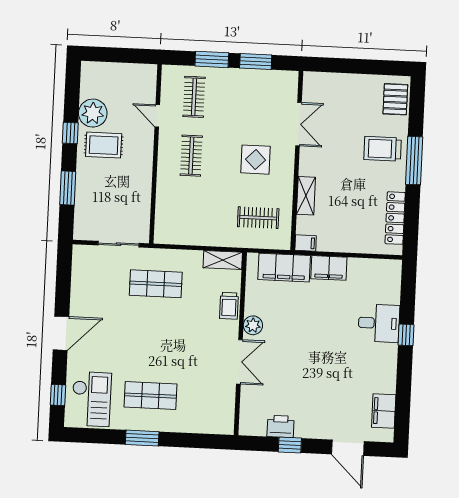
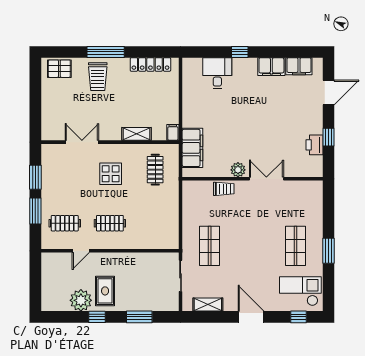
shelving: (223, 260) -> (208, 305), moved, turned 90
filing cabinet: (329, 268) -> (271, 67), moved, turned 90
desk: (379, 323) -> (217, 73), moved

